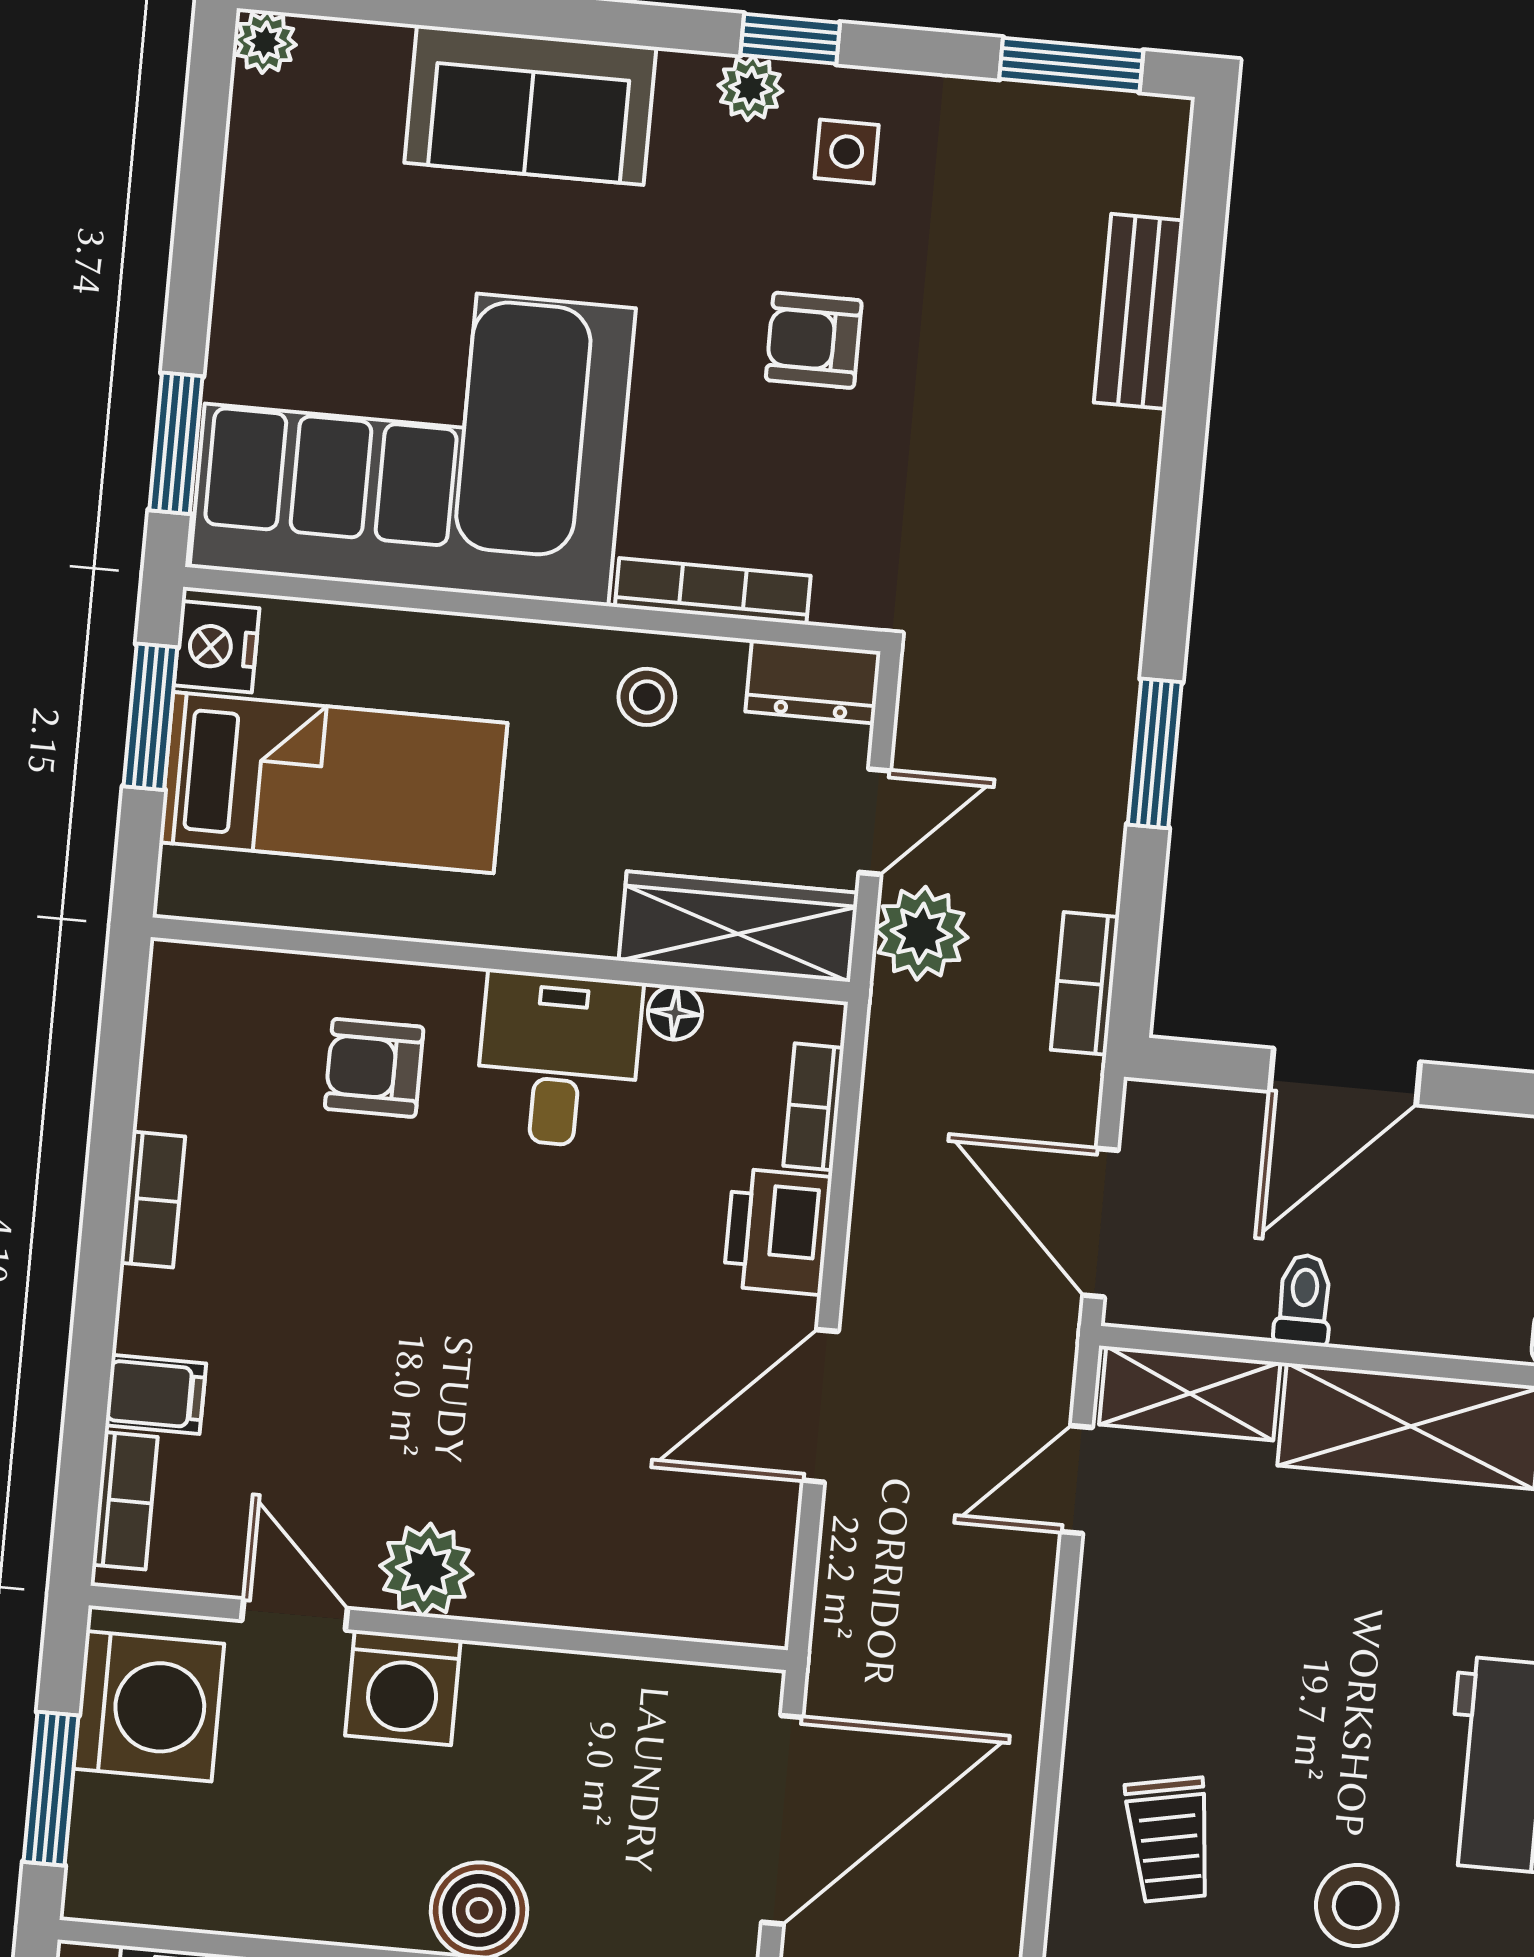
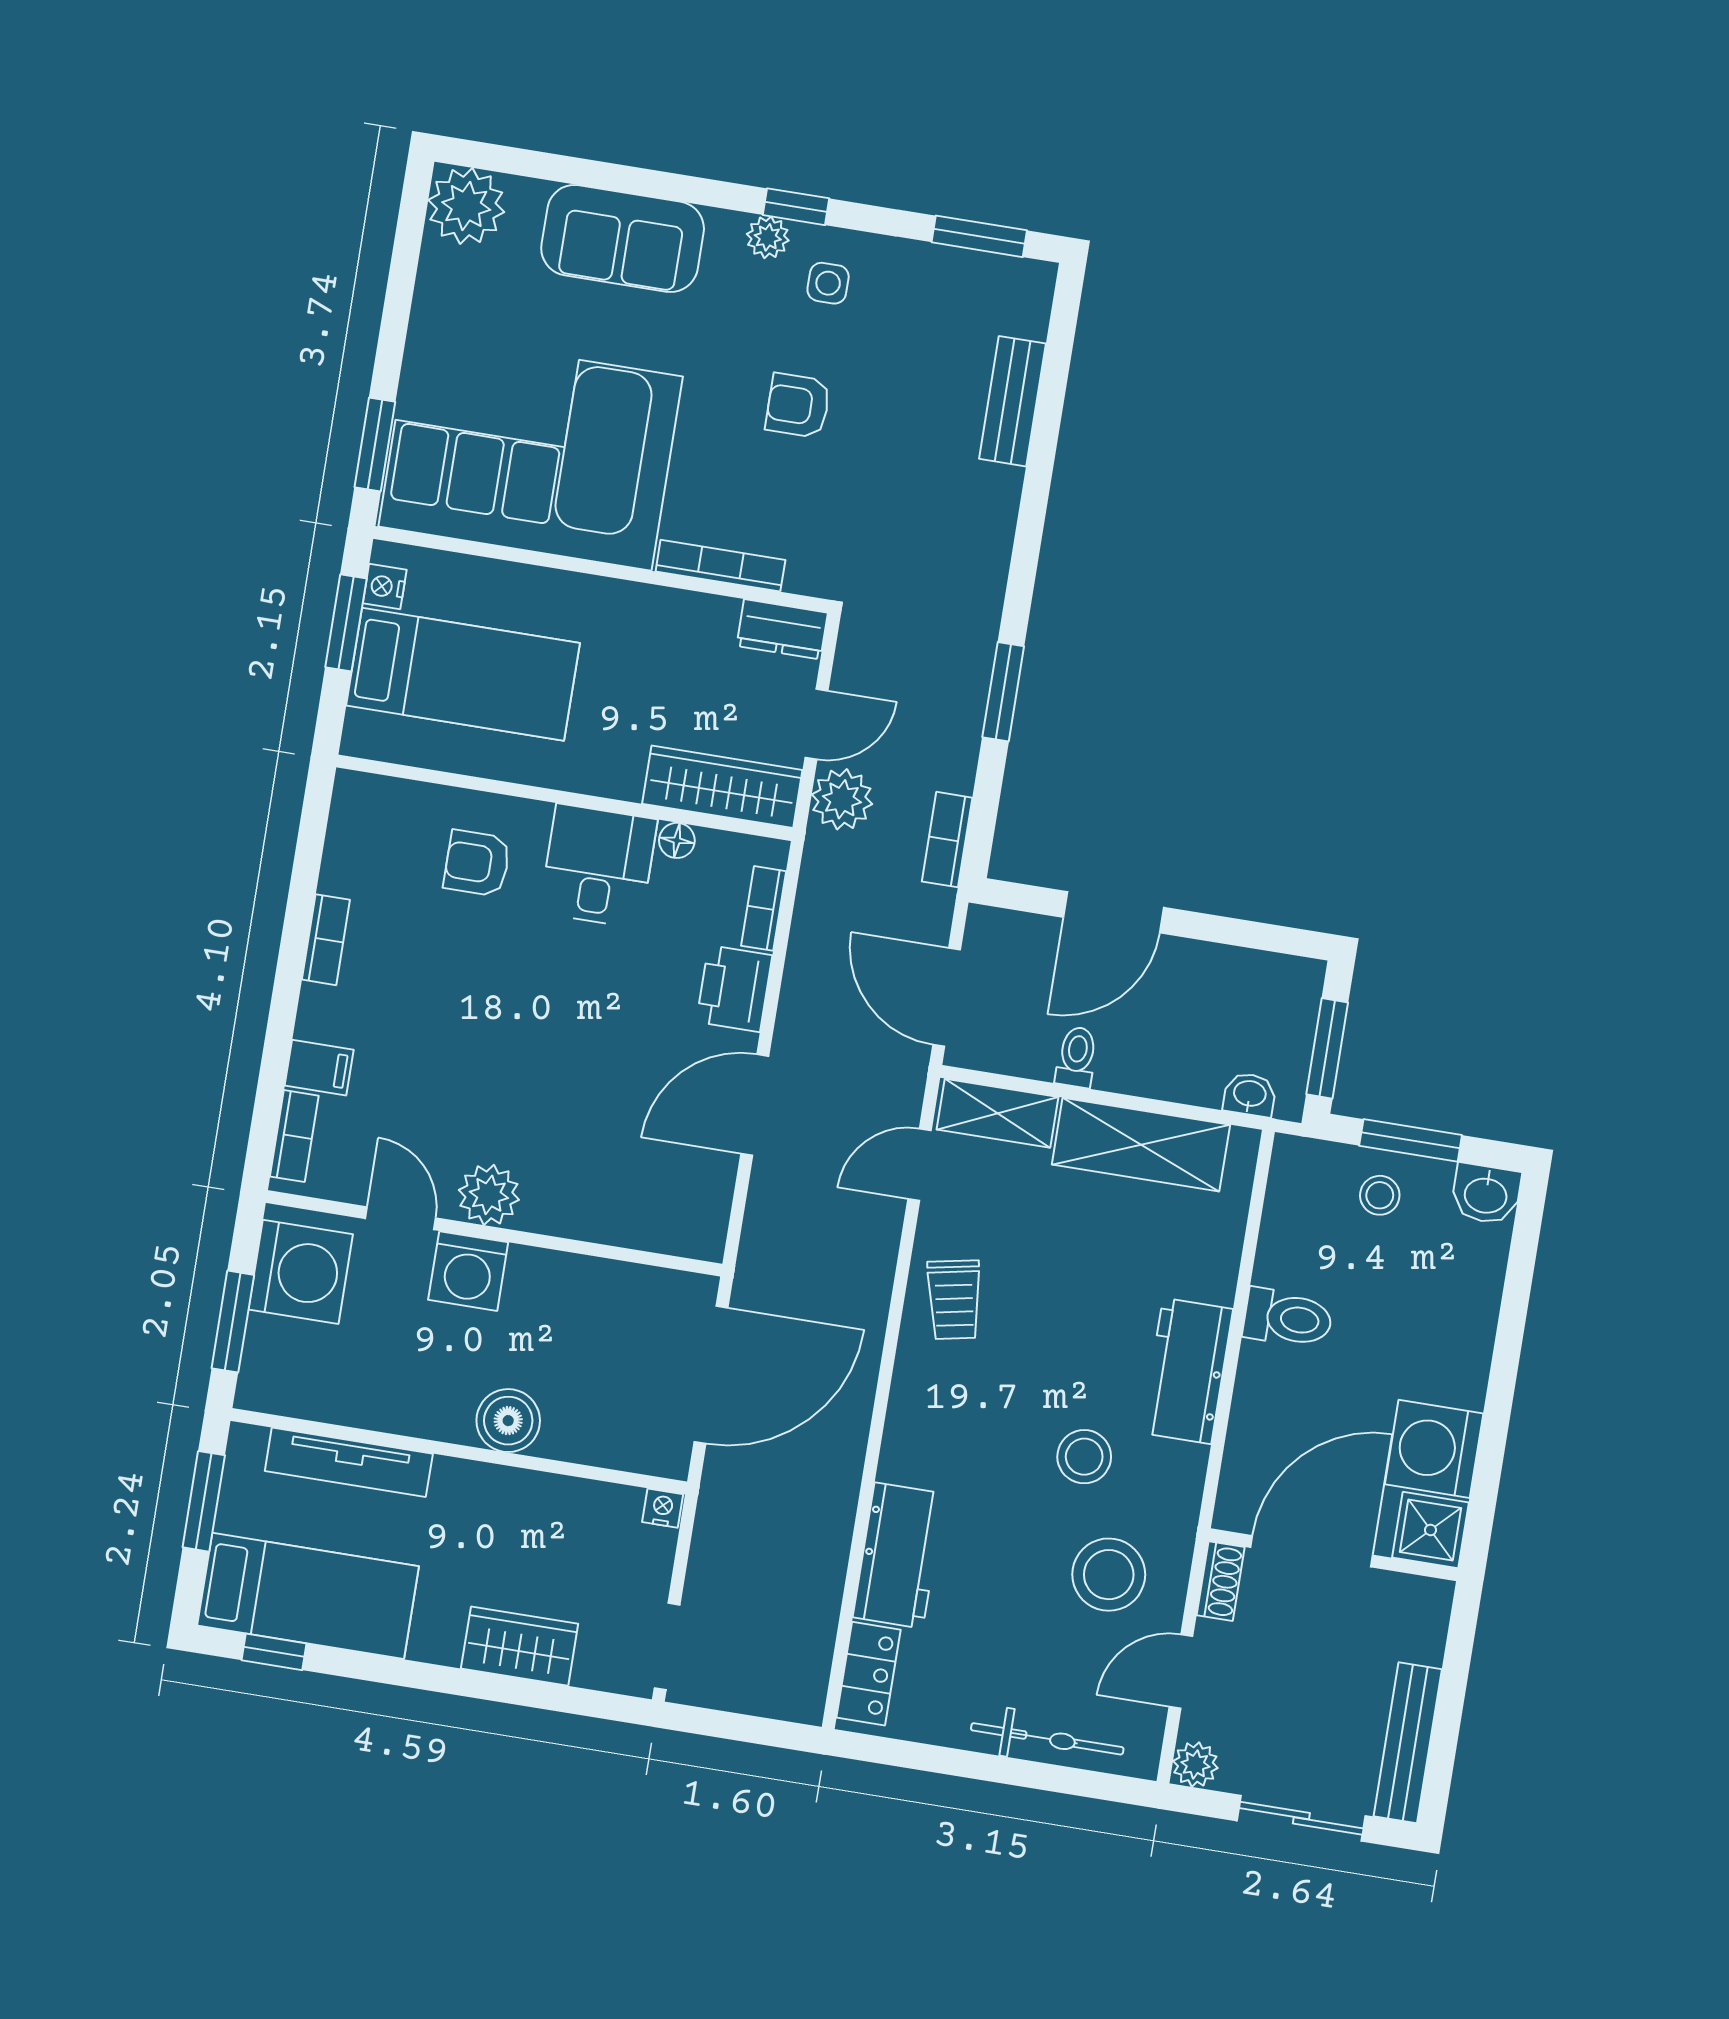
plant: (265, 42) -> (466, 206), width x1.88, depth x1.88
nightstand: (217, 647) -> (385, 587), width x0.72, depth x0.74
stool: (647, 697) -> (673, 632), removed
trolley: (1169, 1840) -> (954, 1300), moved

